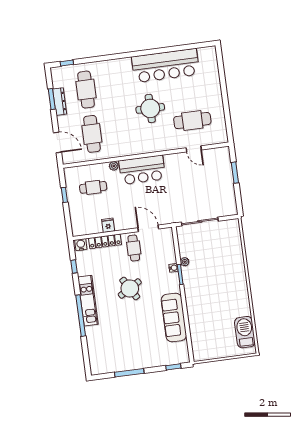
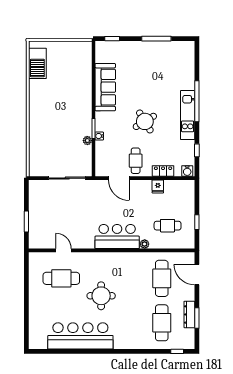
locker: (105, 241) -> (163, 171), width x0.66

